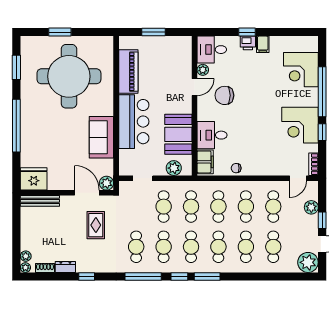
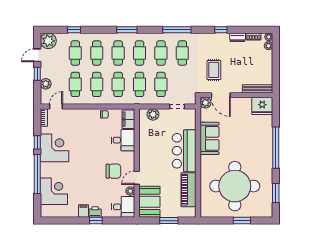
booth: (178, 134) -> (149, 202), moved
window: (179, 276) -> (74, 30), moved

